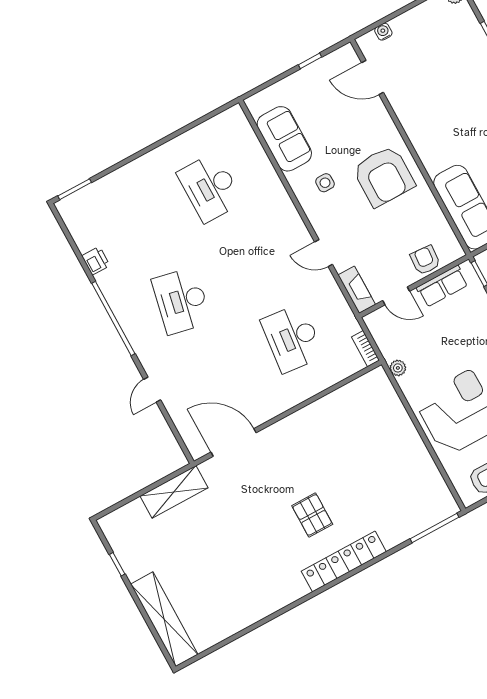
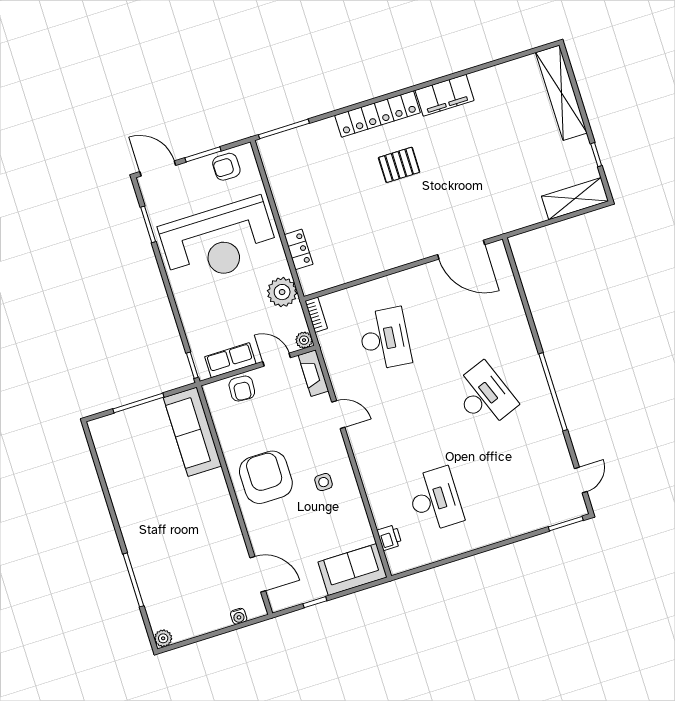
sofa: (284, 139) -> (352, 570), moved, turned 90
printer: (96, 261) -> (389, 538), moved, turned 180
desk: (181, 301) -> (484, 396), turned -33
plant: (373, 321) -> (304, 340), added
plant: (398, 368) -> (282, 292), width x1.87, depth x1.87
door: (152, 390) -> (581, 480), moved
locker: (396, 410) -> (299, 249), added
shelving: (174, 492) -> (575, 199), moved
pallet: (312, 515) -> (399, 165), turned 90
filing cabinet: (281, 594) -> (445, 95), added

